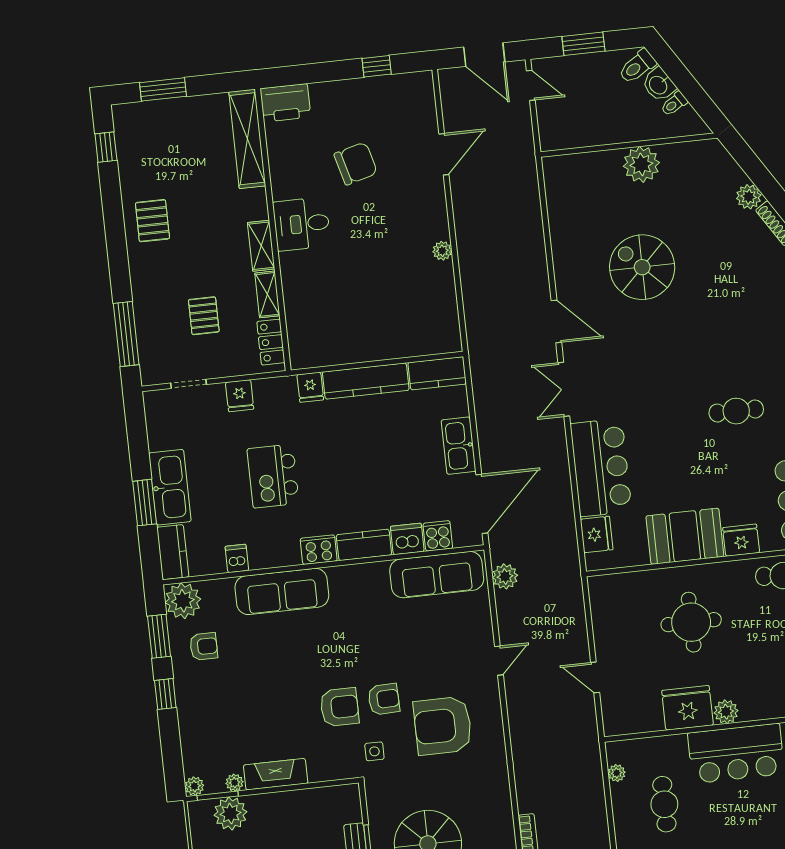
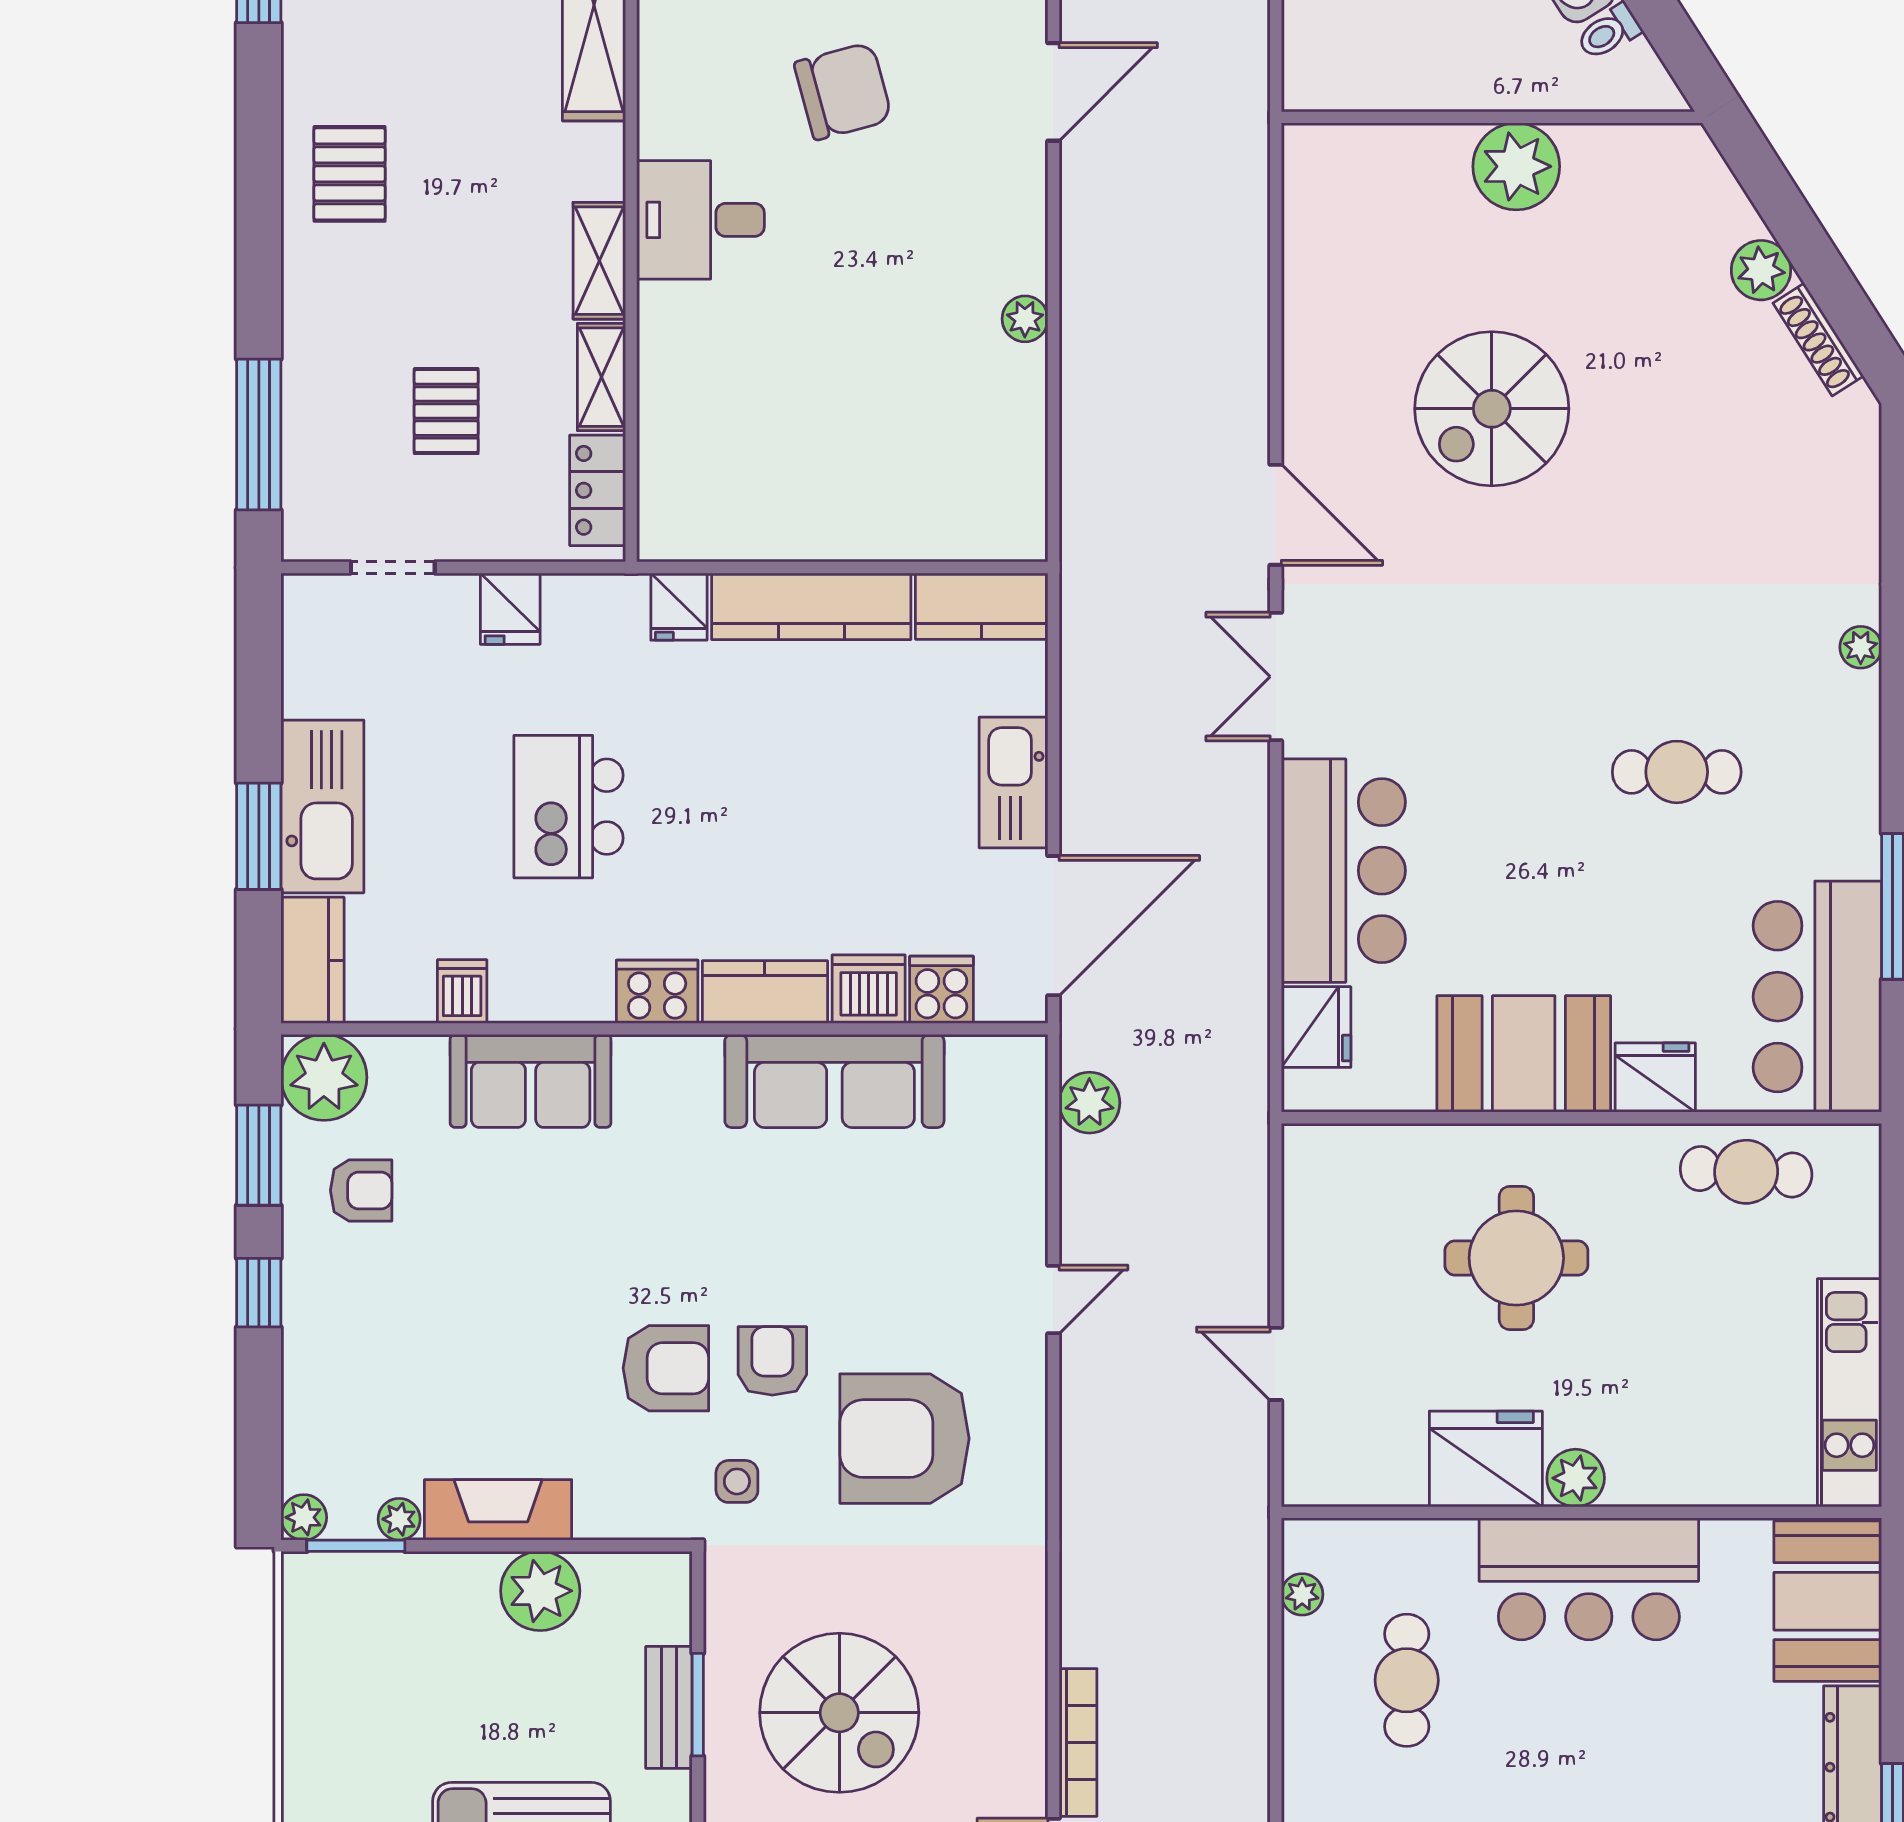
spiral stairs: (642, 267) -> (1492, 409), turned -90
sofa: (437, 575) -> (834, 1081), moved
sofa: (282, 591) -> (531, 1081), width x0.73
armchair: (384, 699) -> (772, 1361), turned -88
plant: (230, 813) -> (540, 1591), moved

